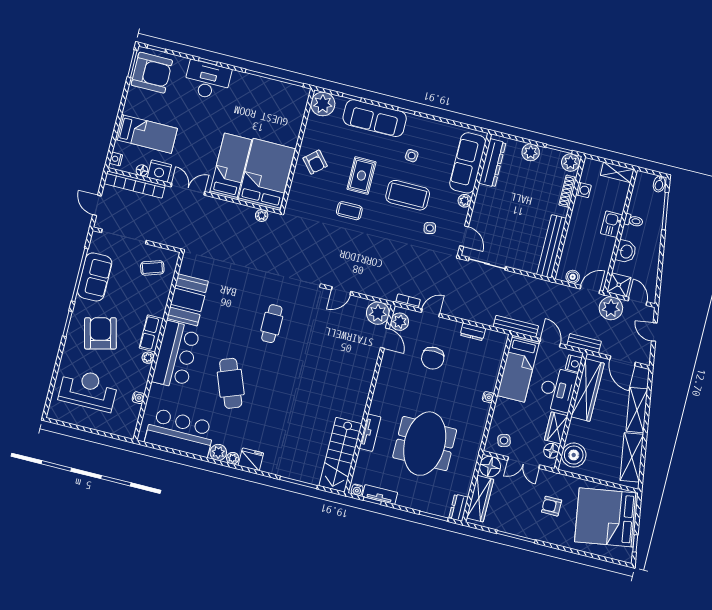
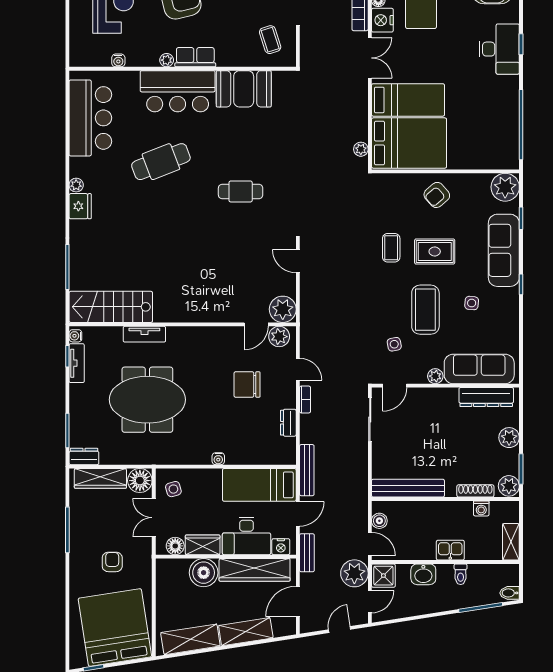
bookcase: (408, 301) -> (305, 399), moved
plant: (218, 452) -> (79, 167), removed
boiler: (574, 455) -> (204, 573), moved

